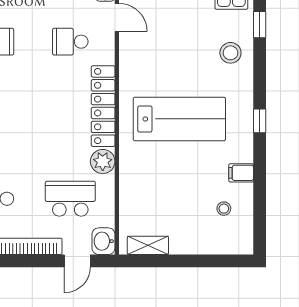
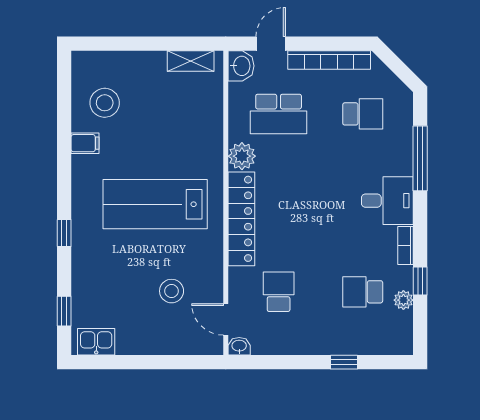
school desk: (70, 42) -> (279, 292), turned -90
stool: (230, 53) -> (172, 291), moved
window: (260, 121) -> (64, 233), moved
stool: (224, 209) -> (105, 103), width x1.89, depth x1.89

